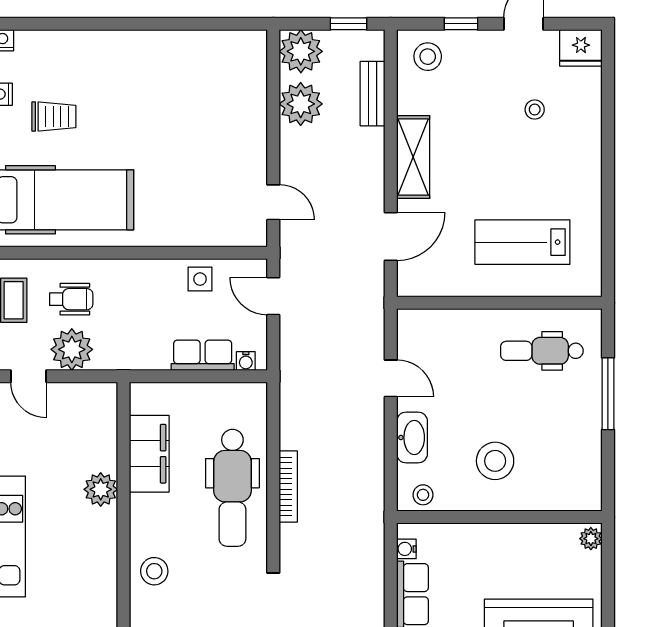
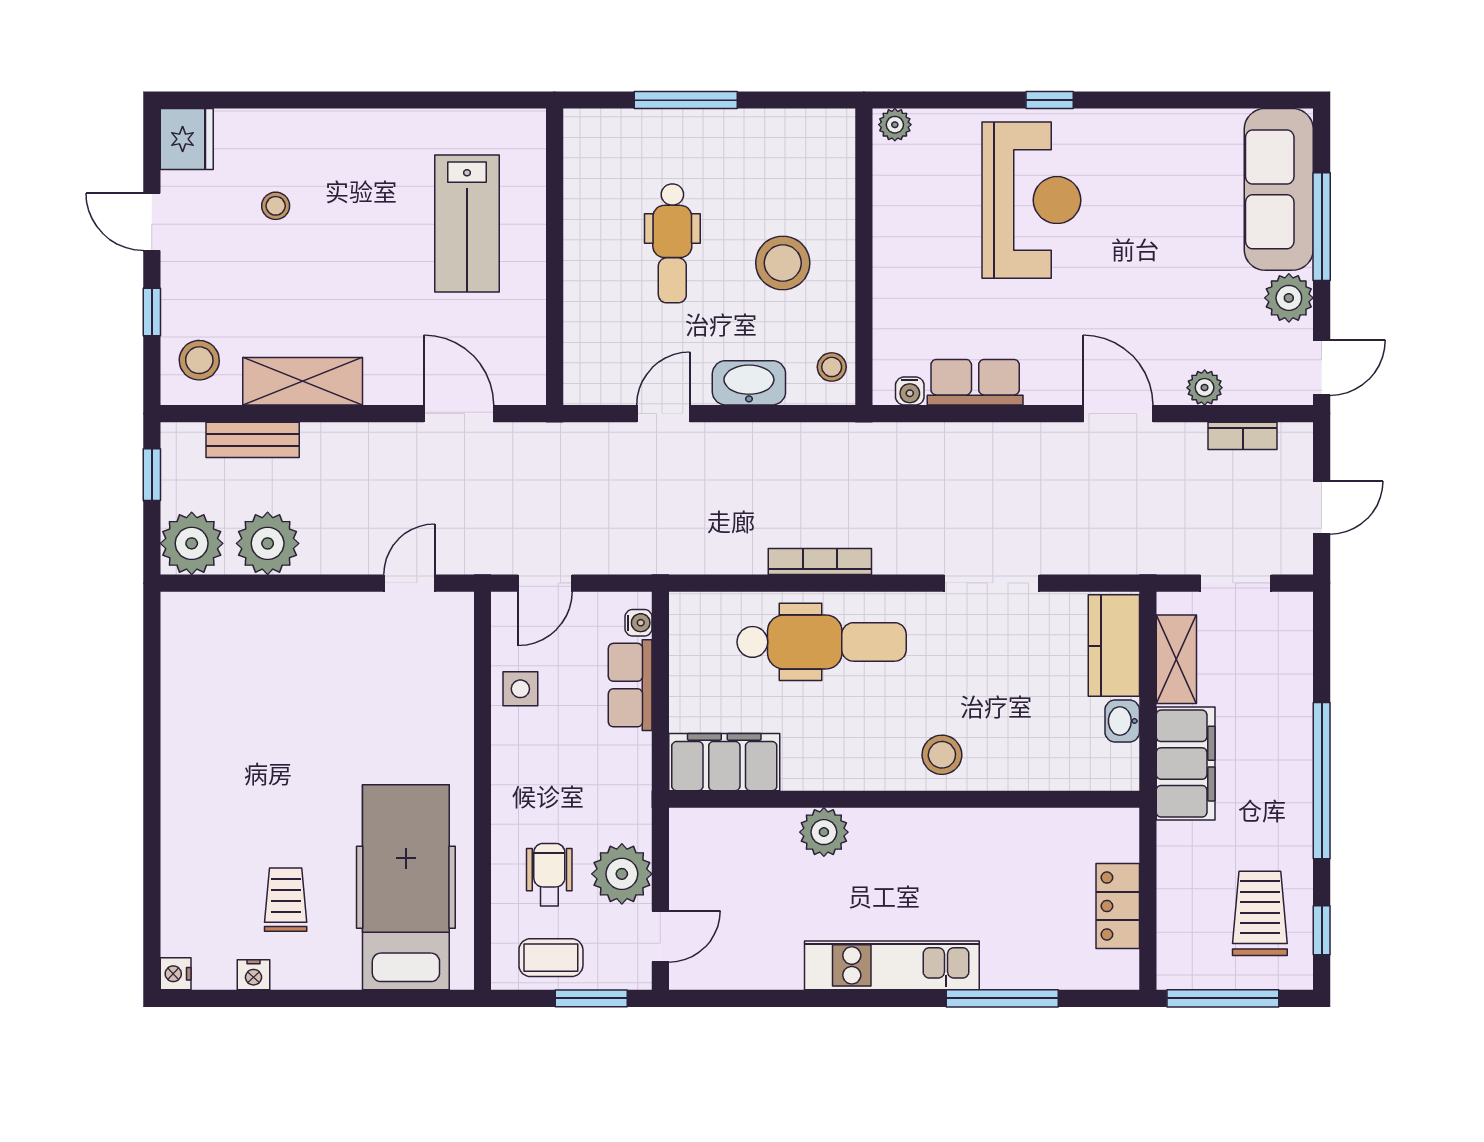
shelving: (413, 157) -> (303, 381), moved
dental chair: (542, 351) -> (672, 243), moved
filing cabinet: (149, 454) -> (724, 762), moved

